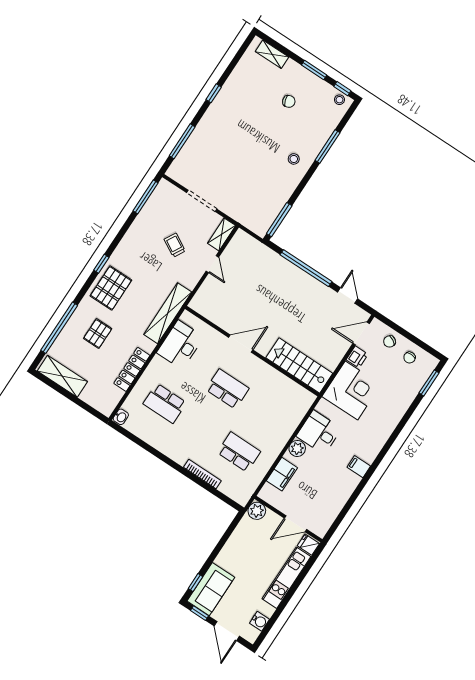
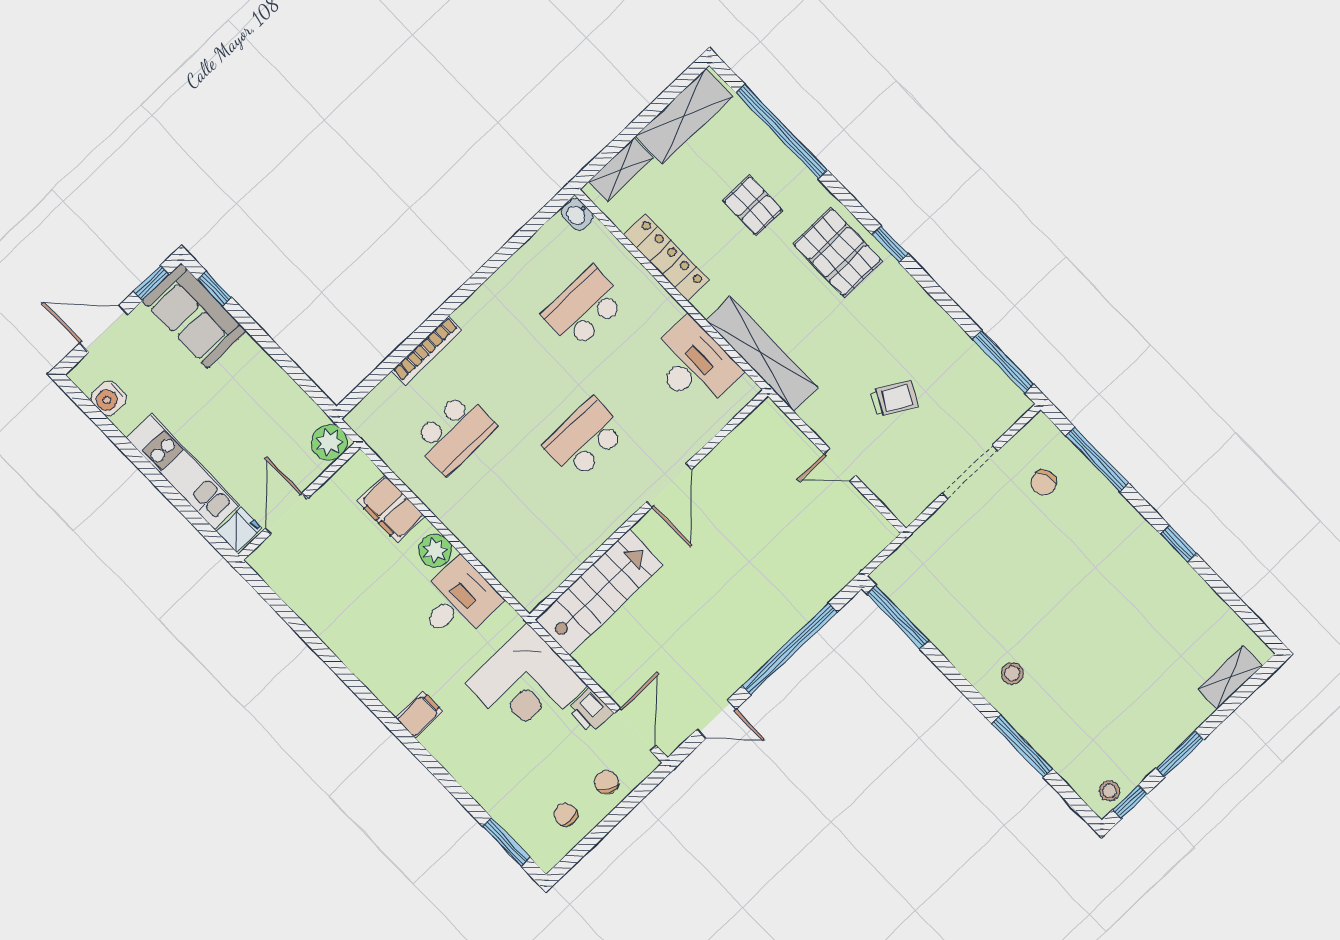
chair: (289, 101) -> (1044, 483), moved
shelving: (222, 234) -> (621, 170), moved, turned 90
school desk: (227, 389) -> (585, 439), turned 180
filing cabinet: (359, 467) -> (419, 715), moved

